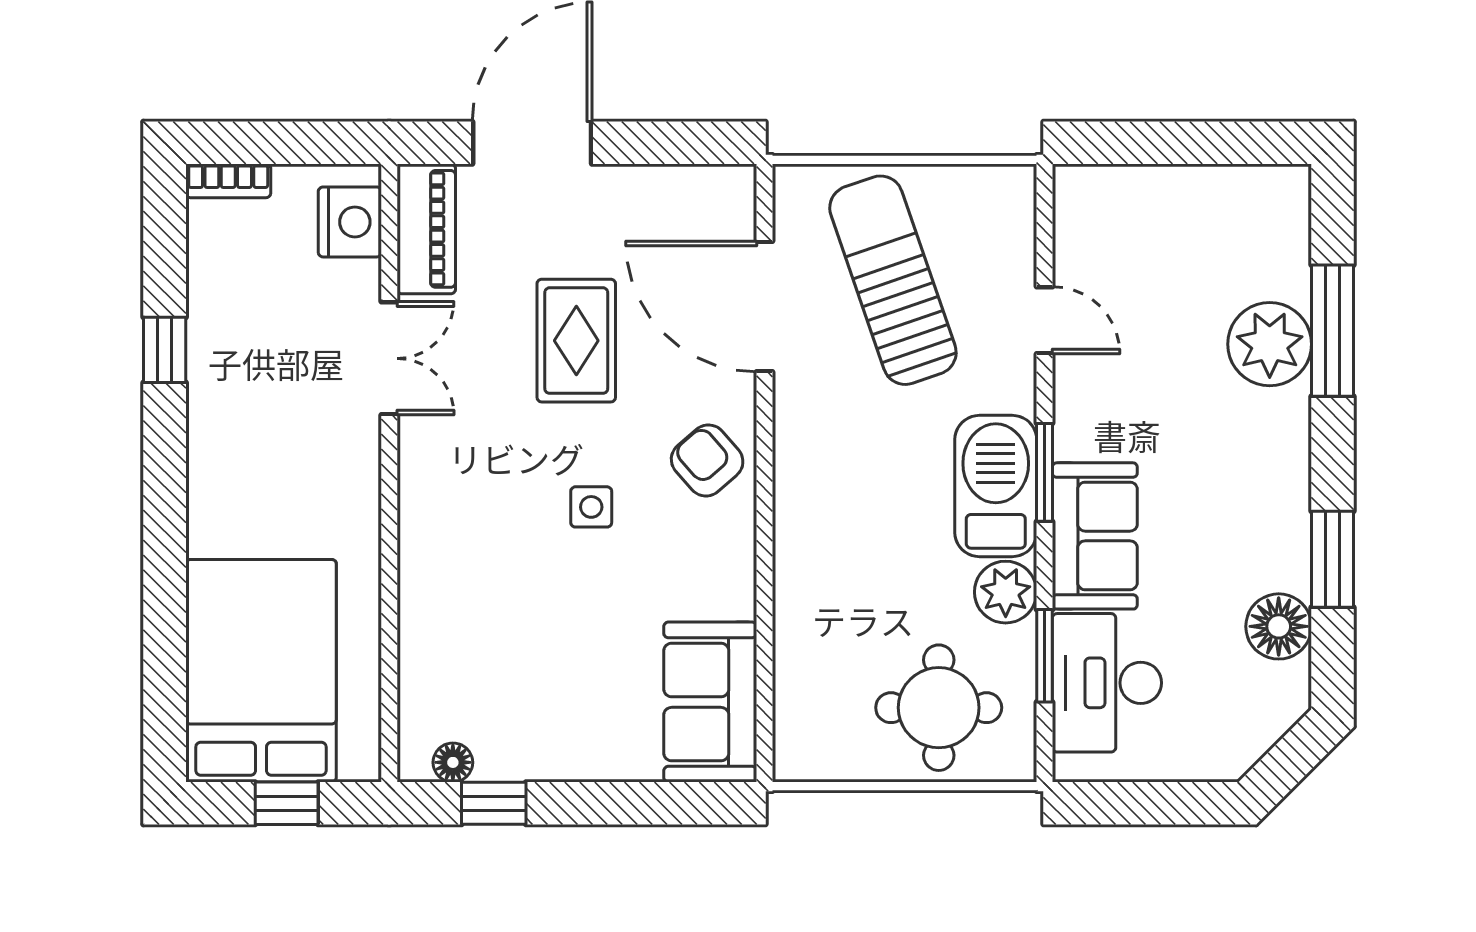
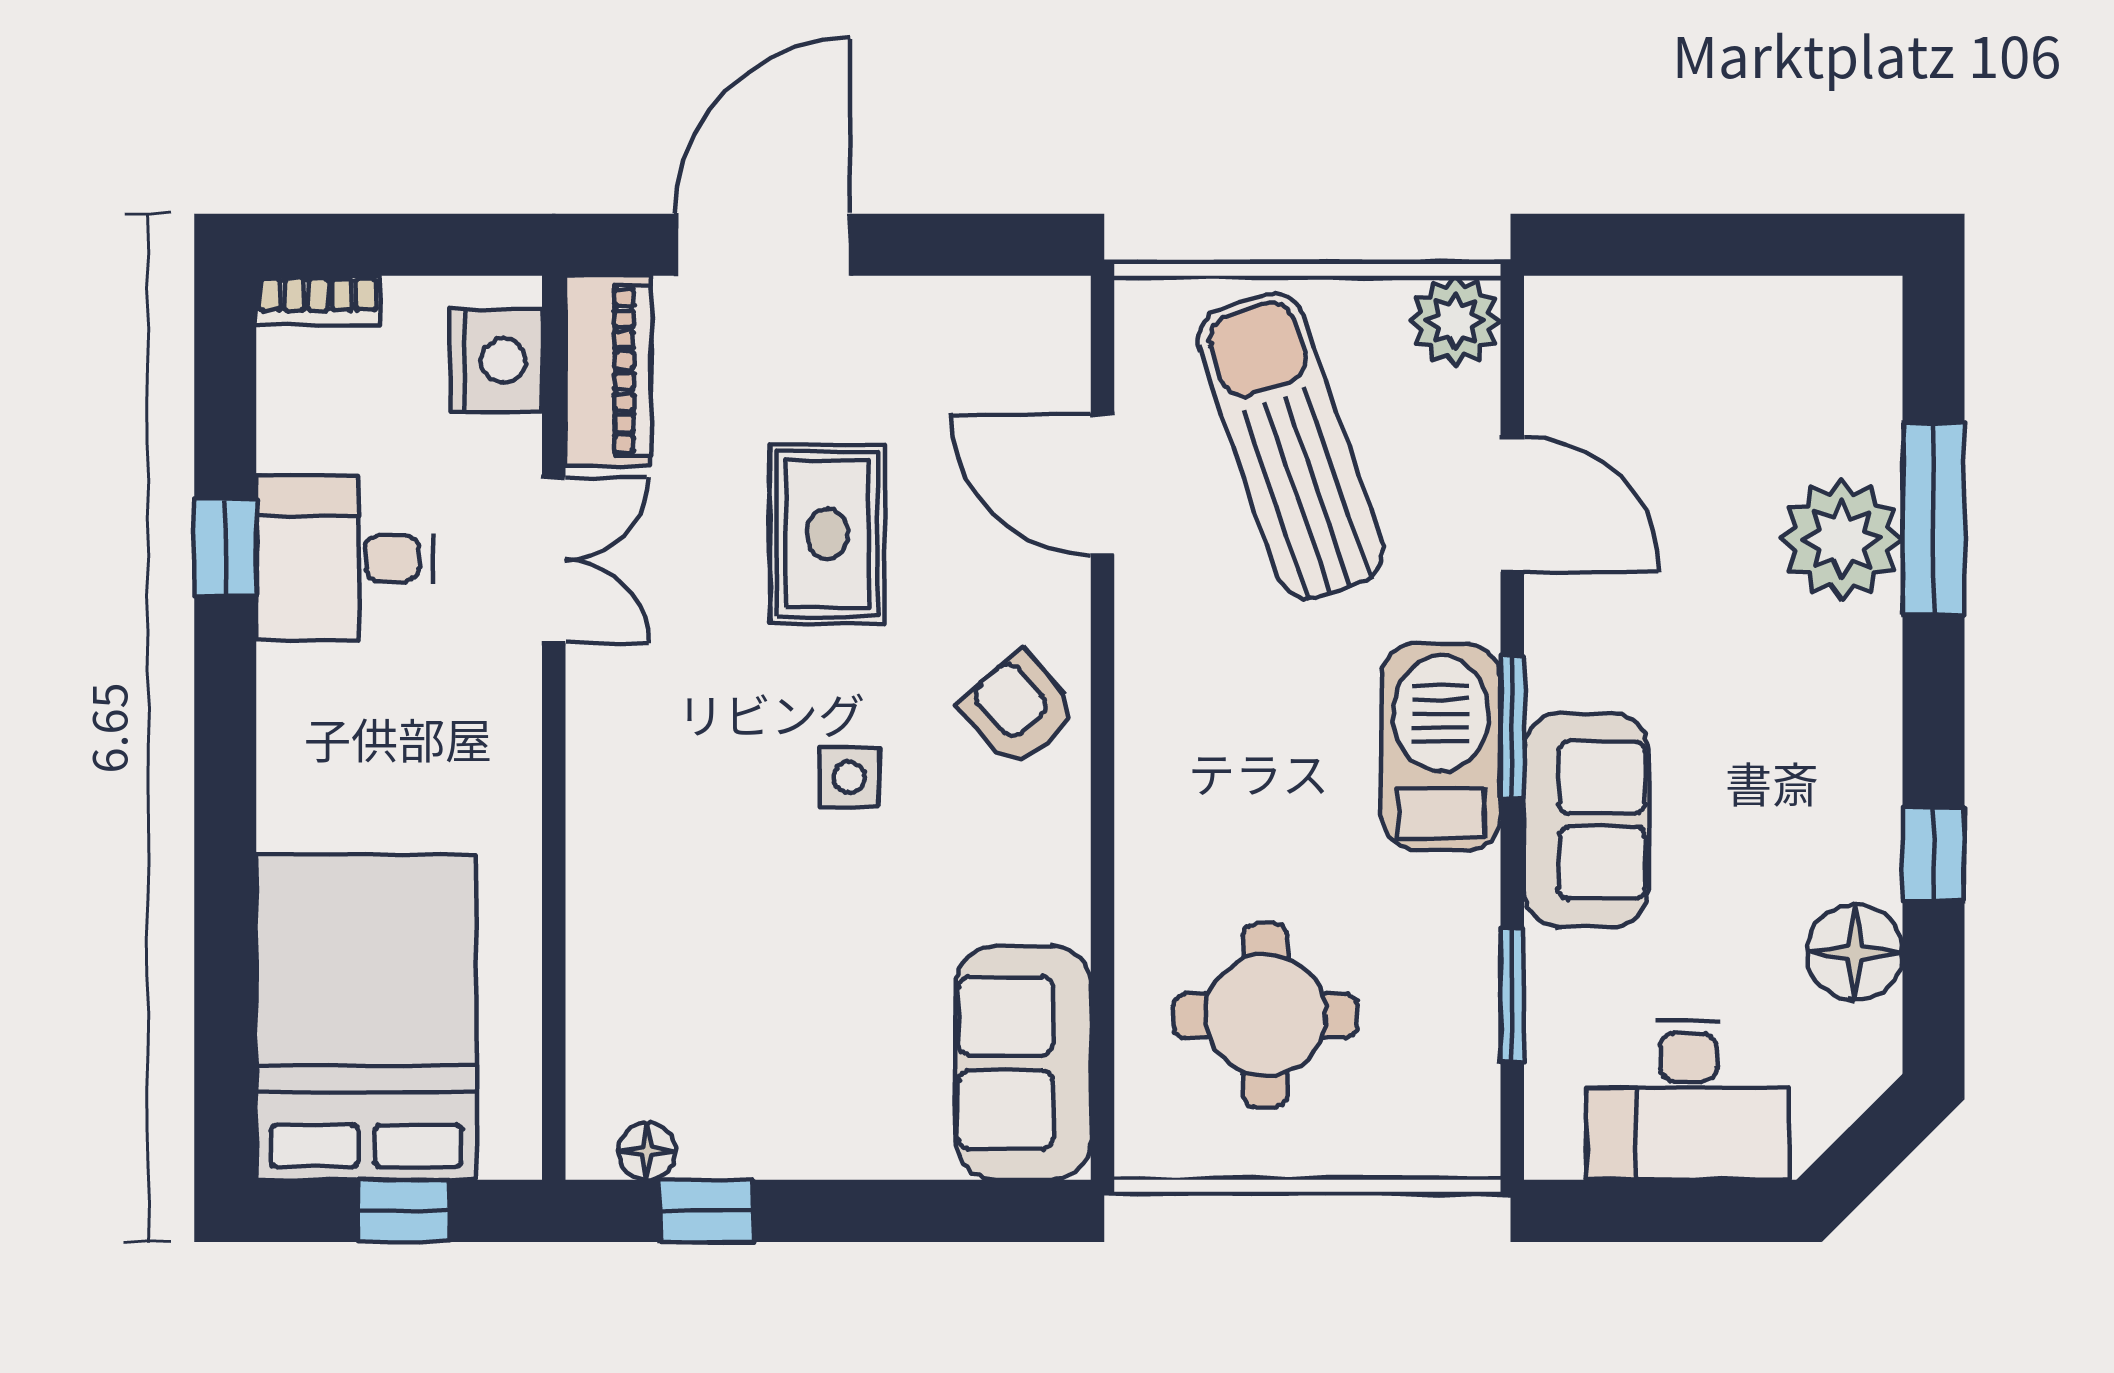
door: (764, 307) -> (1103, 484), width x0.73
door: (1045, 320) -> (1512, 504), width x1.38
desk: (246, 357) -> (345, 558), added
window: (1333, 559) -> (1934, 854), width x0.67
plant: (1006, 592) -> (1455, 321), moved
desk: (1107, 683) -> (1688, 1100), moved, turned -90
round table: (939, 708) -> (1265, 1015), moved

